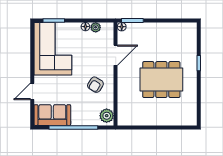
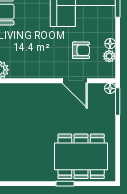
dining table: (161, 80) -> (81, 156), moved, turned 90
armchair: (95, 85) -> (81, 50), moved, turned 148

